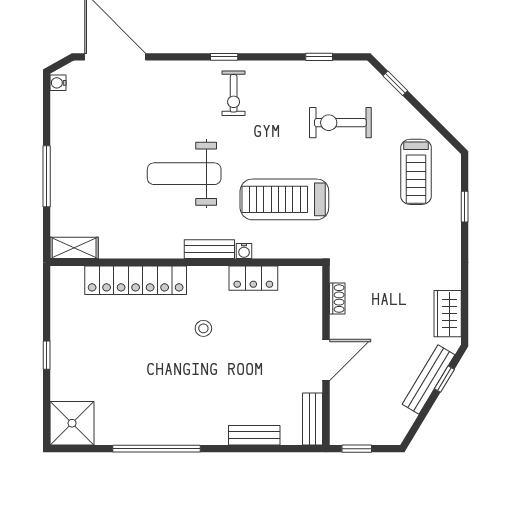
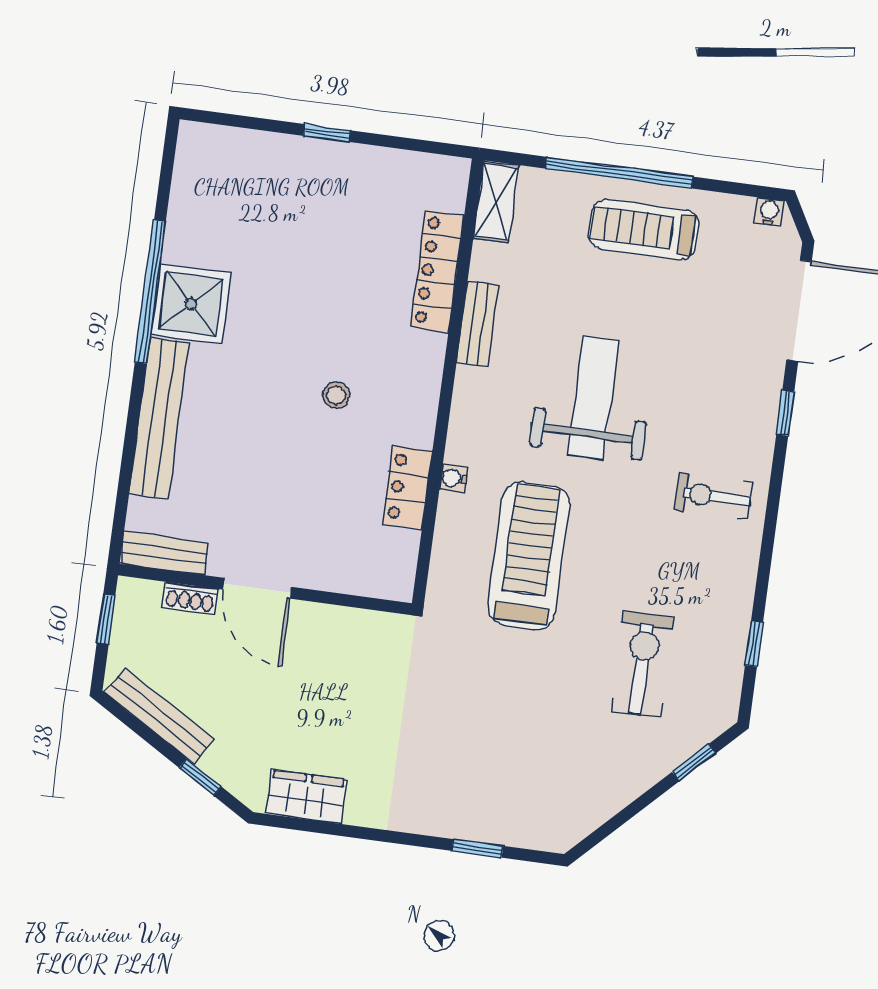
window: (224, 57) -> (785, 413), moved
treadmill: (416, 172) -> (644, 229), moved
window: (47, 176) -> (619, 173), width x1.46
bench: (209, 249) -> (478, 324), moved
locker: (136, 280) -> (437, 271), width x0.71, depth x0.83
shoe rack: (337, 299) -> (190, 598), moved
bench: (428, 379) -> (159, 716), moved
shower: (72, 423) -> (191, 304), moved
bench: (254, 435) -> (159, 419), width x1.86, depth x1.21

